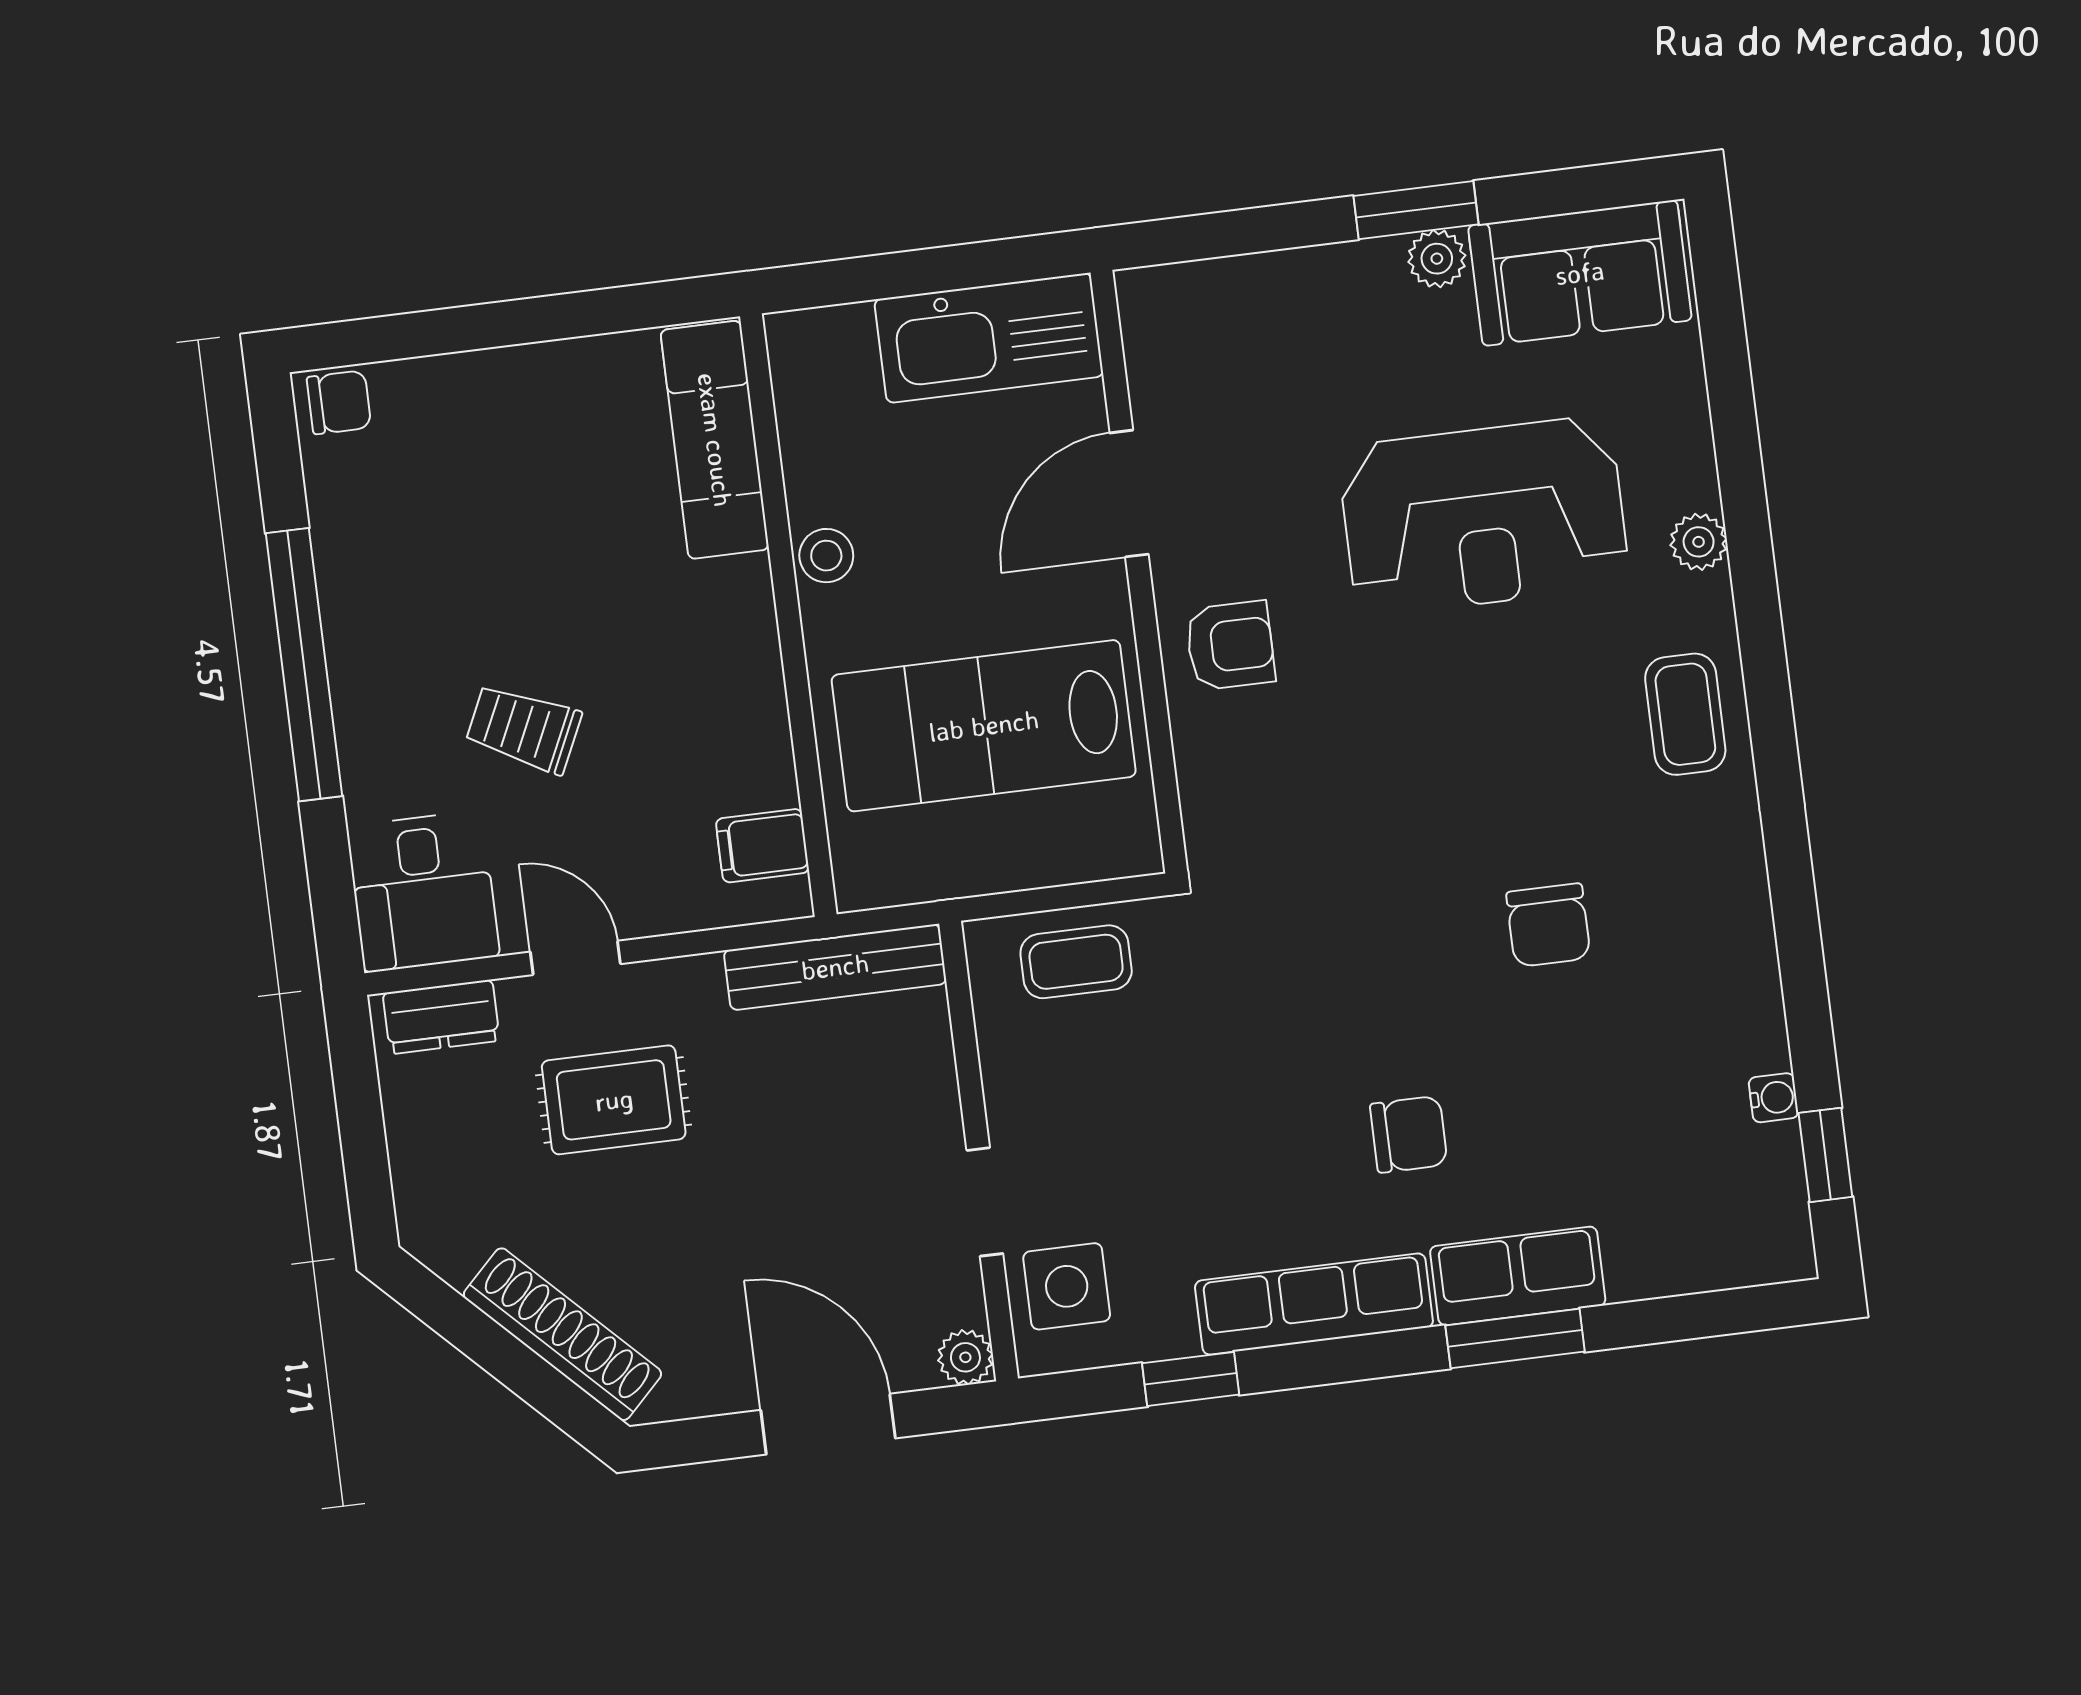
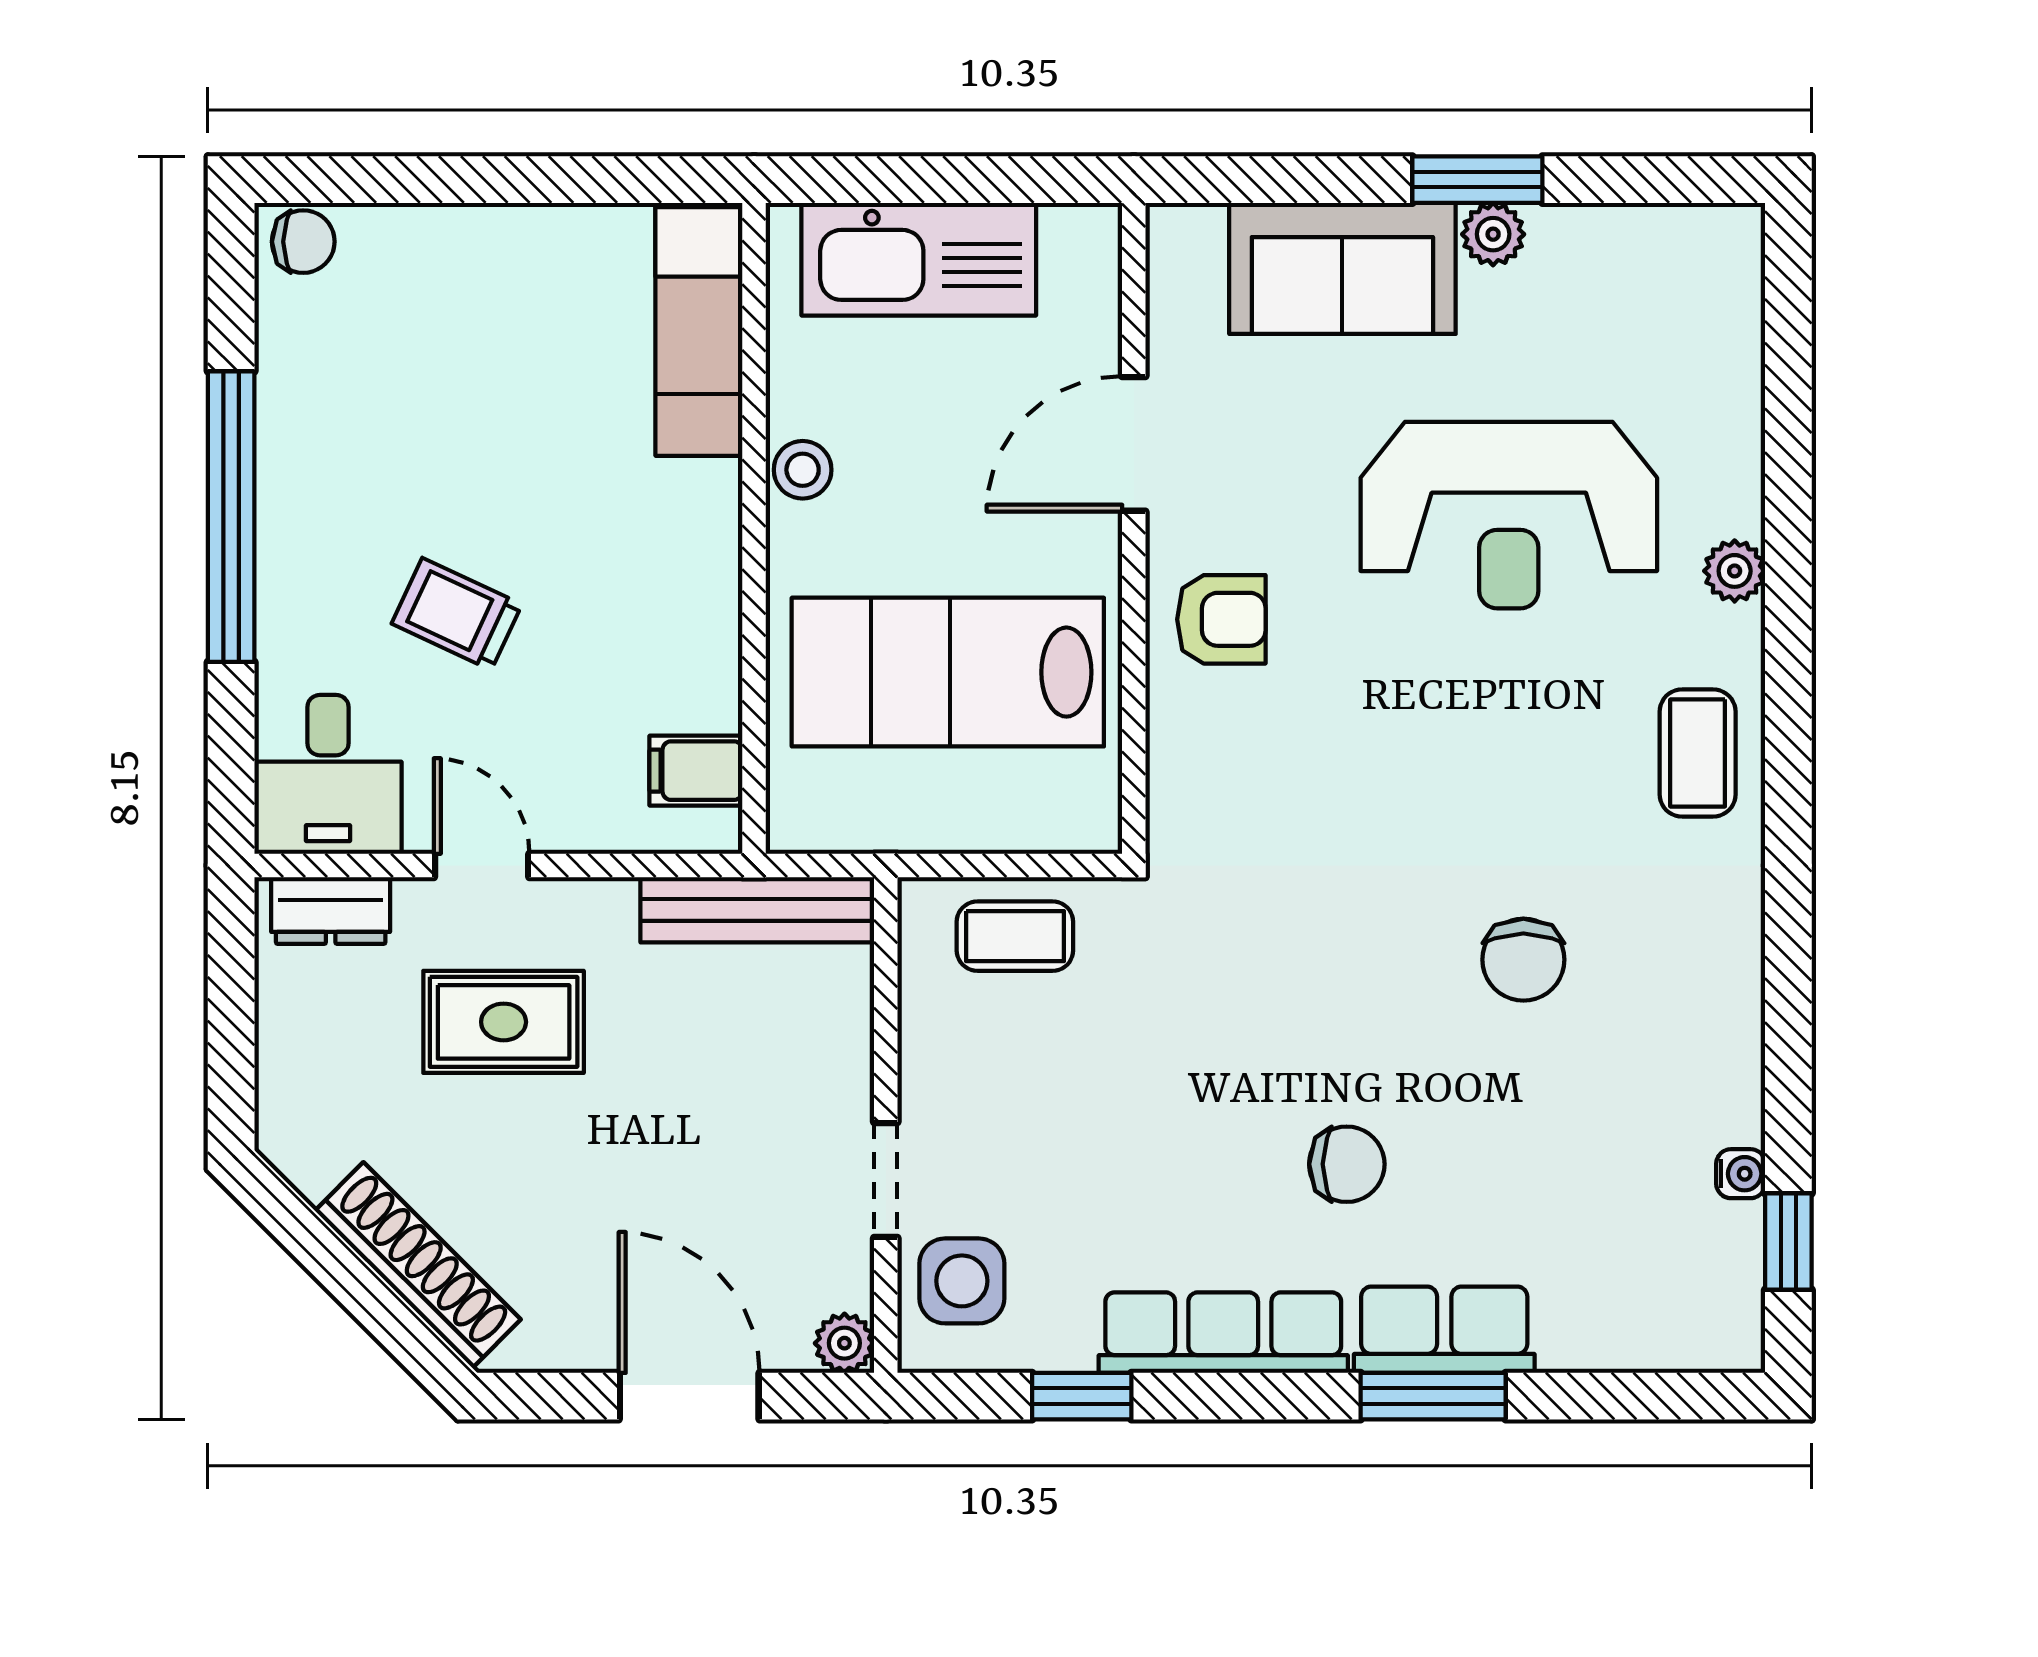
sofa: (1580, 273) -> (1342, 268), moved
kitchen sink: (989, 338) -> (919, 259), moved

